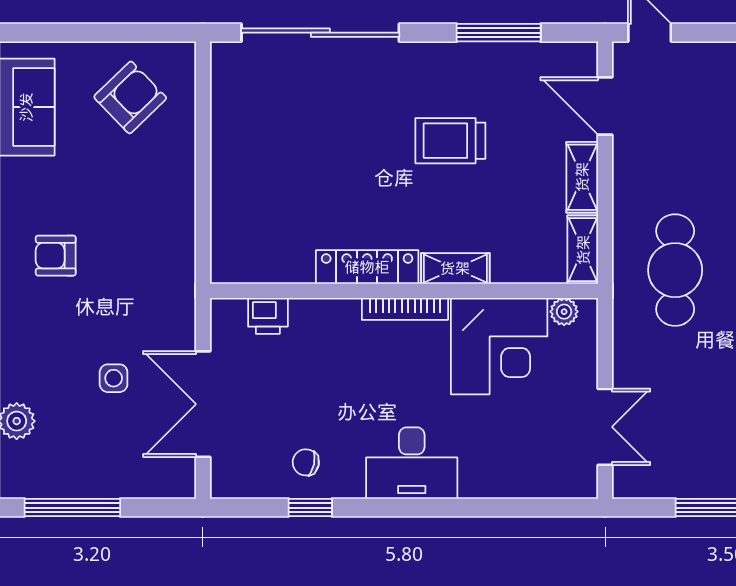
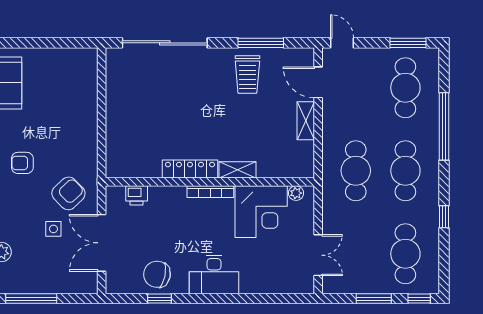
armchair: (130, 97) -> (68, 193), moved
trolley: (450, 141) -> (247, 75), moved, turned -90
shelving: (583, 250) -> (306, 160), removed
chair: (306, 462) -> (157, 274), width x1.87, depth x1.87

